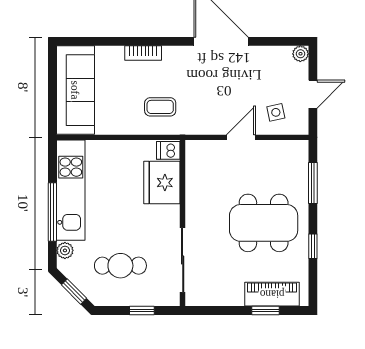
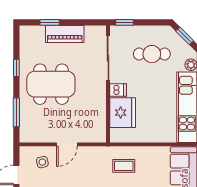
dishwasher: (168, 150) -> (118, 90), moved
piano: (272, 294) -> (65, 34), moved
window: (142, 310) -> (125, 22), moved

